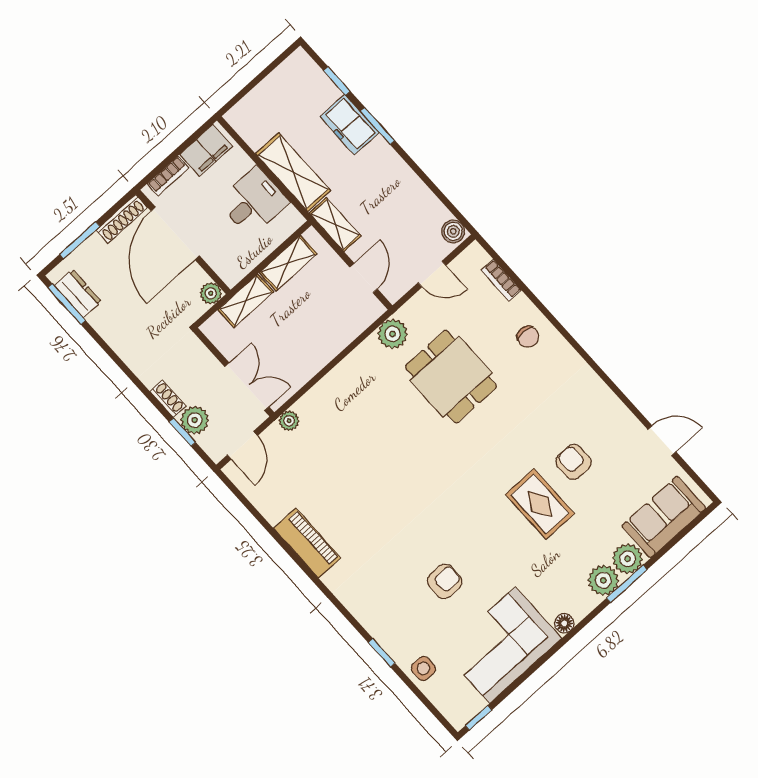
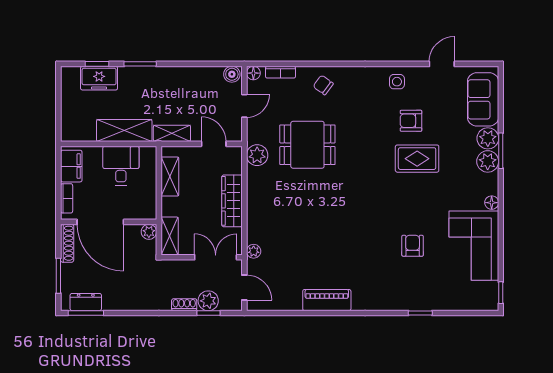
freezer: (349, 125) -> (99, 78), moved
floor lamp: (475, 253) -> (253, 73), added
shelving: (246, 301) -> (170, 236), moved
chair: (528, 337) -> (323, 85), turned -144
wardrobe: (321, 351) -> (232, 201), added
side table: (423, 668) -> (397, 82), moved

